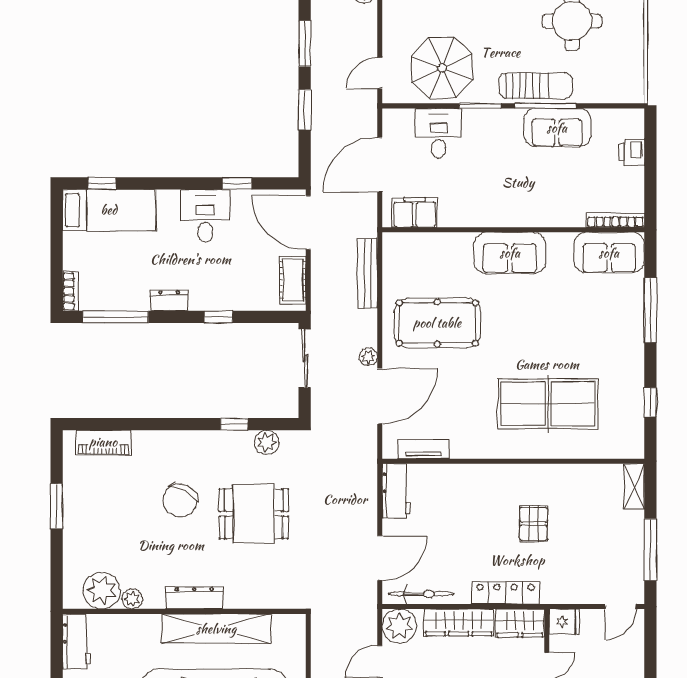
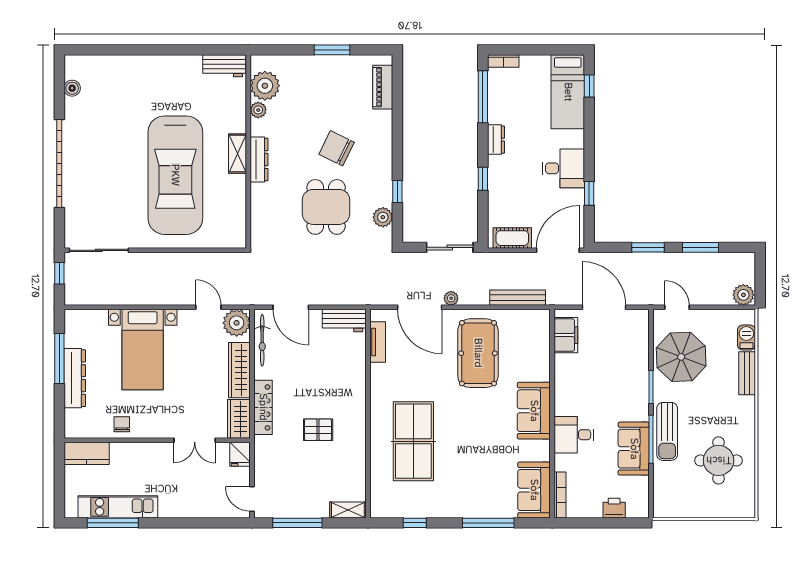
desk: (439, 133) -> (574, 435), moved, turned 180
shelving: (216, 629) -> (238, 154), width x0.45, depth x0.75

